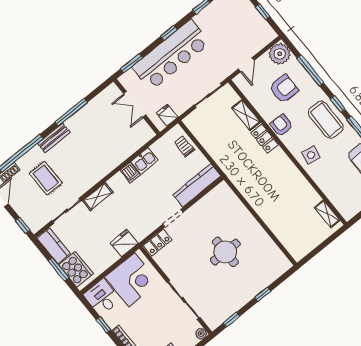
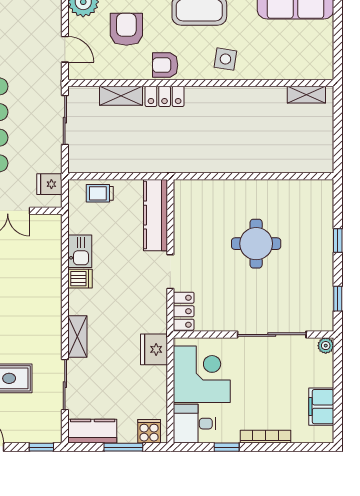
cooker: (76, 269) -> (149, 431), width x0.53, depth x0.76

